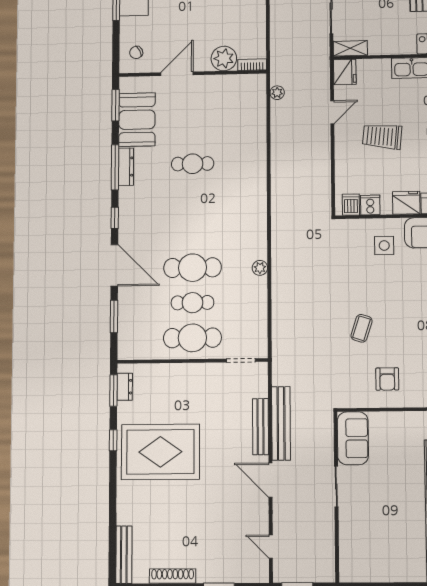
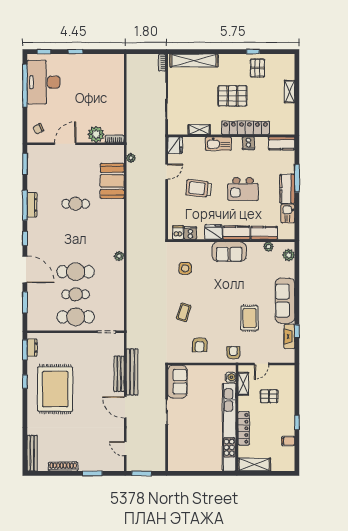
shelving: (350, 48) -> (199, 130), moved
booth: (137, 120) -> (112, 181), moved
side table: (384, 246) -> (185, 268), moved
plant: (260, 268) -> (119, 256), moved
rug: (160, 452) -> (55, 389), turned 90

